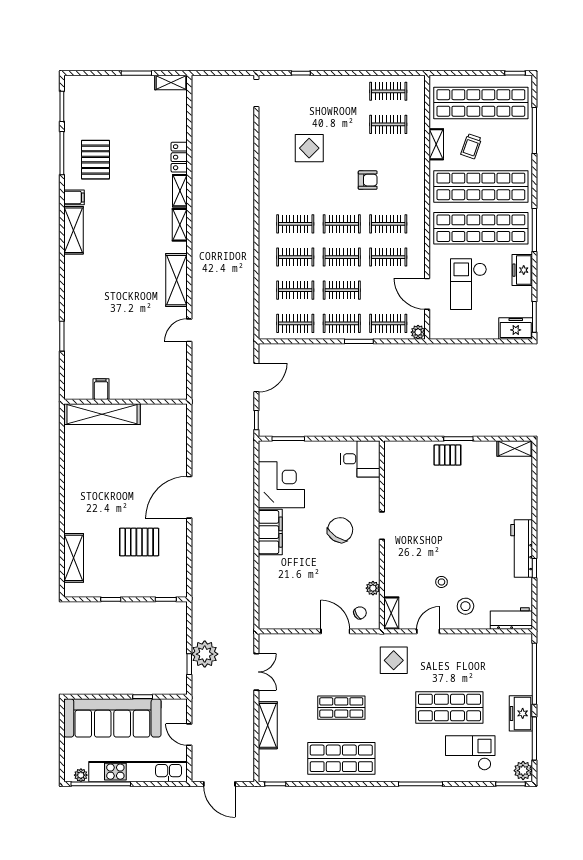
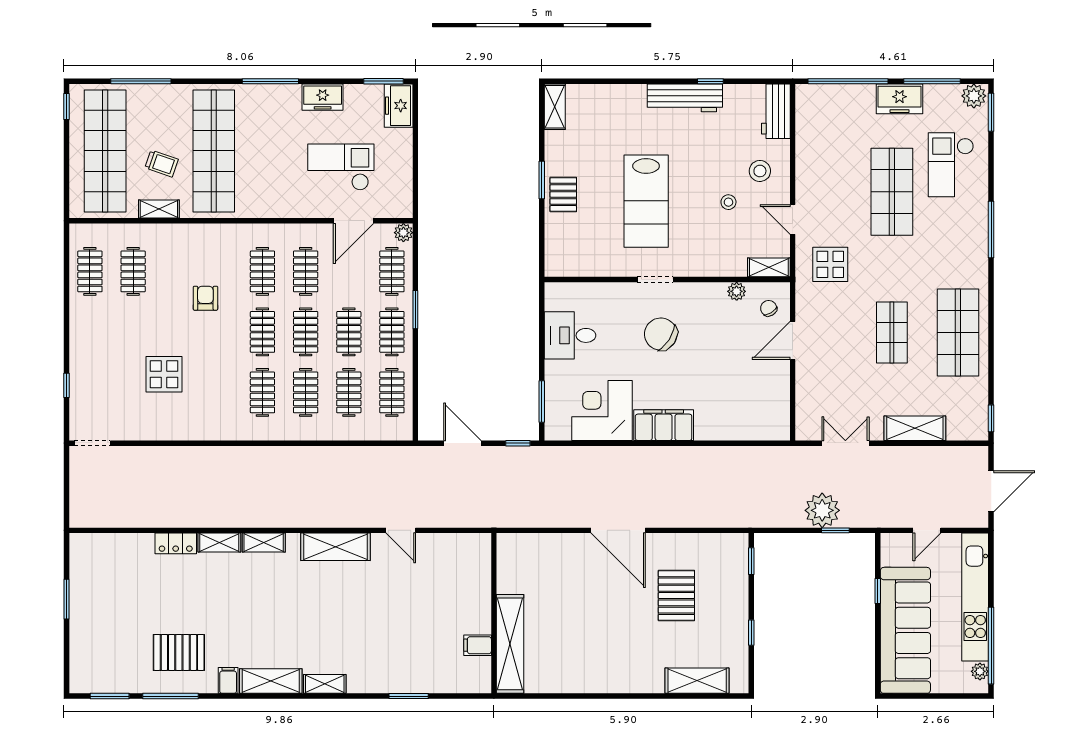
shelving: (171, 83) -> (325, 684), moved, turned 90
shop shelf: (481, 228) -> (268, 151), removed
checkout: (468, 284) -> (341, 167), turned 180
desk: (360, 459) -> (570, 335), moved, turned -90
lab bench: (442, 519) -> (646, 201), added

